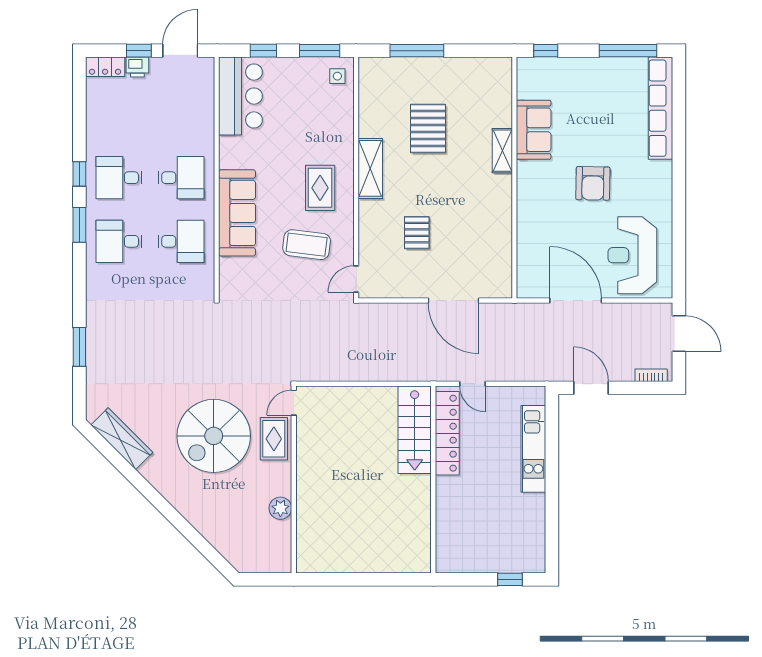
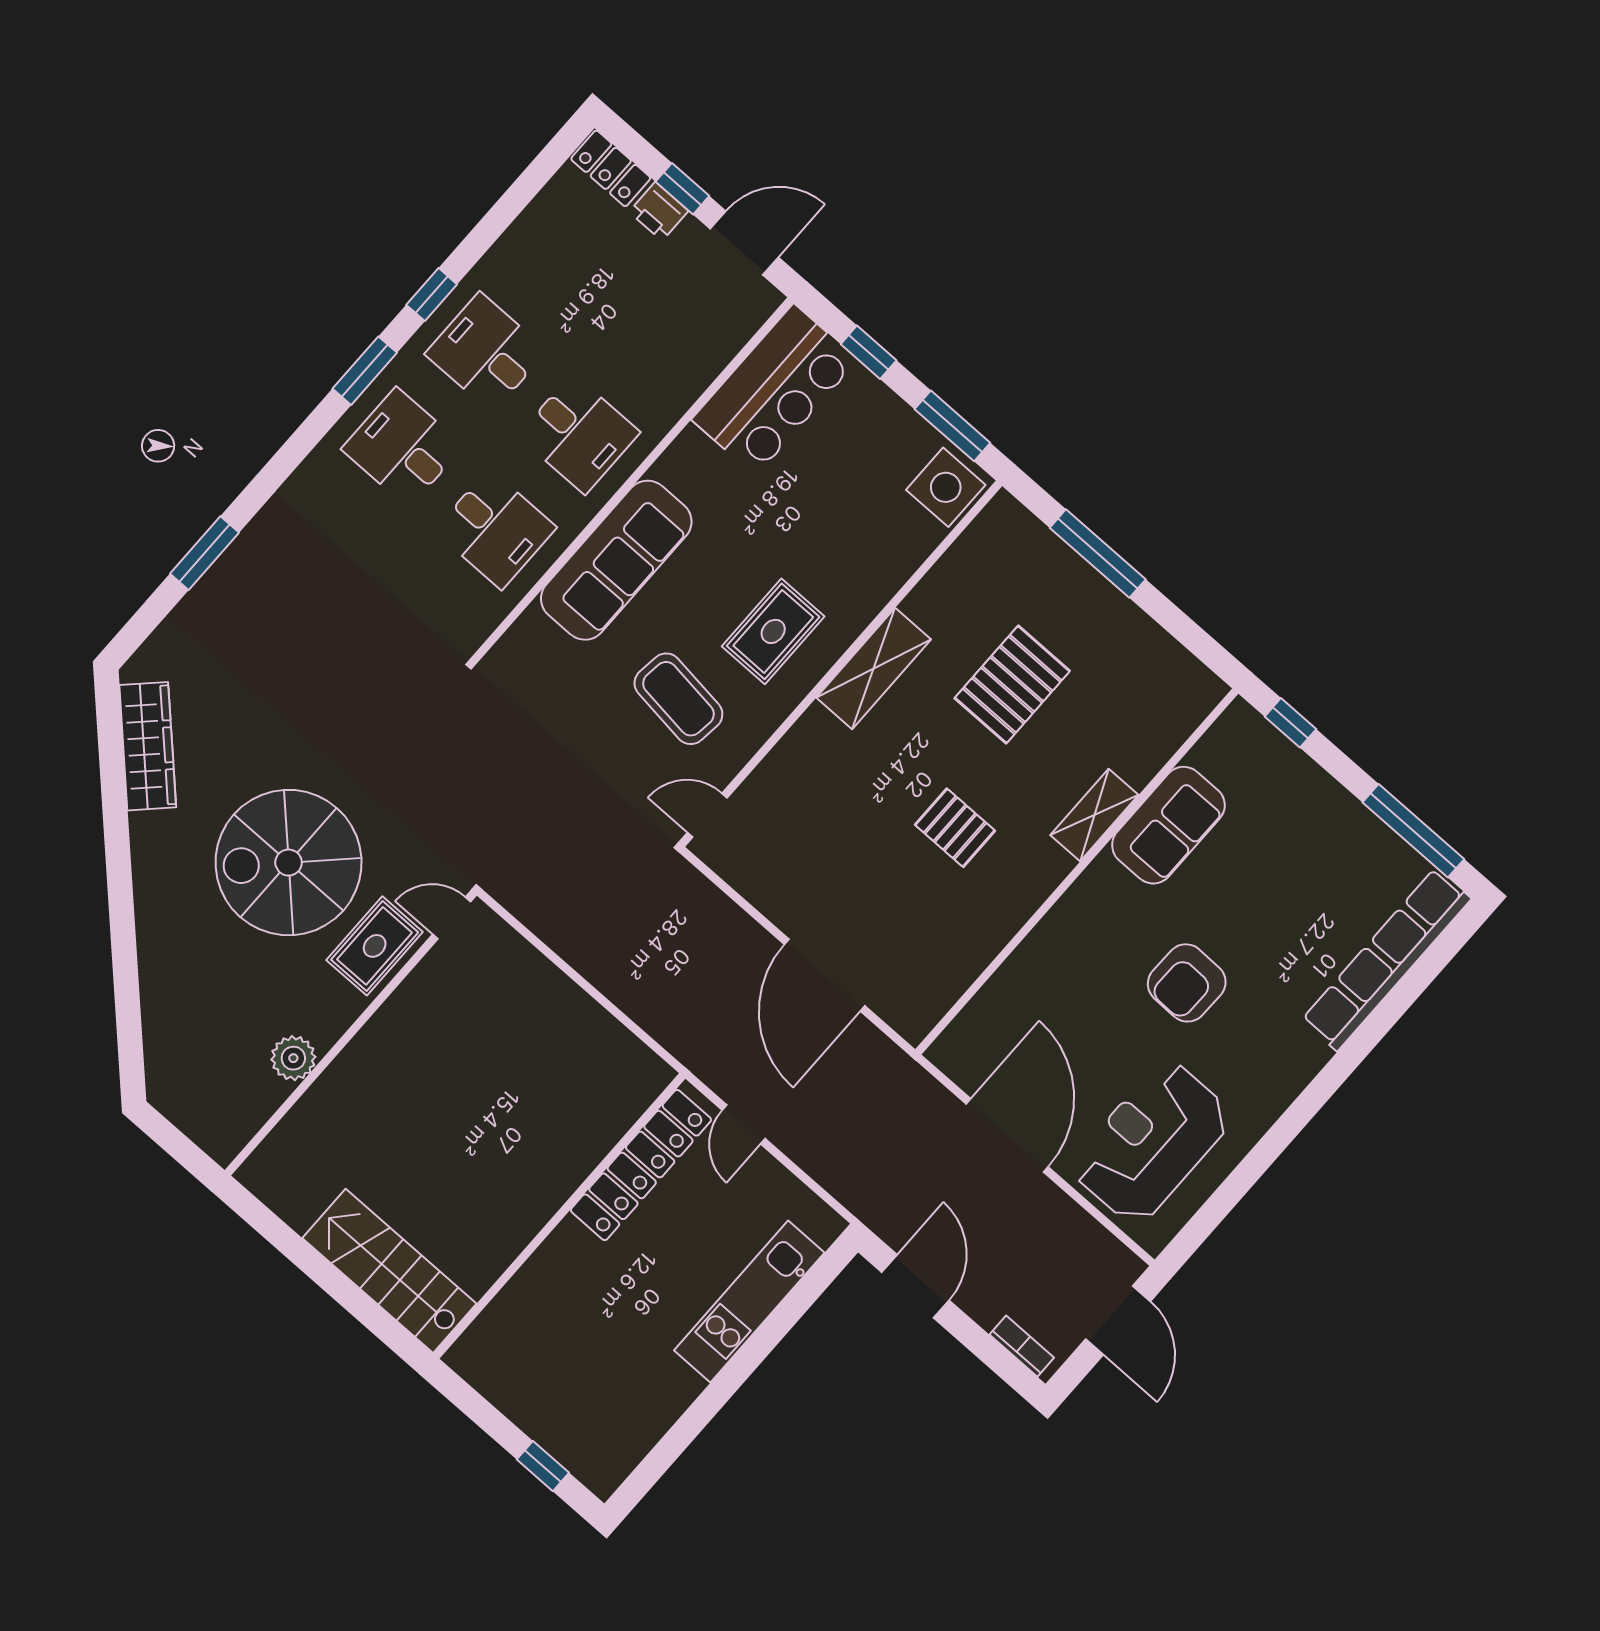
side table: (337, 76) -> (946, 487), width x1.87, depth x1.87
pallet: (417, 233) -> (955, 828), moved, turned 90
stairs: (415, 430) -> (389, 1271), moved, turned 90

